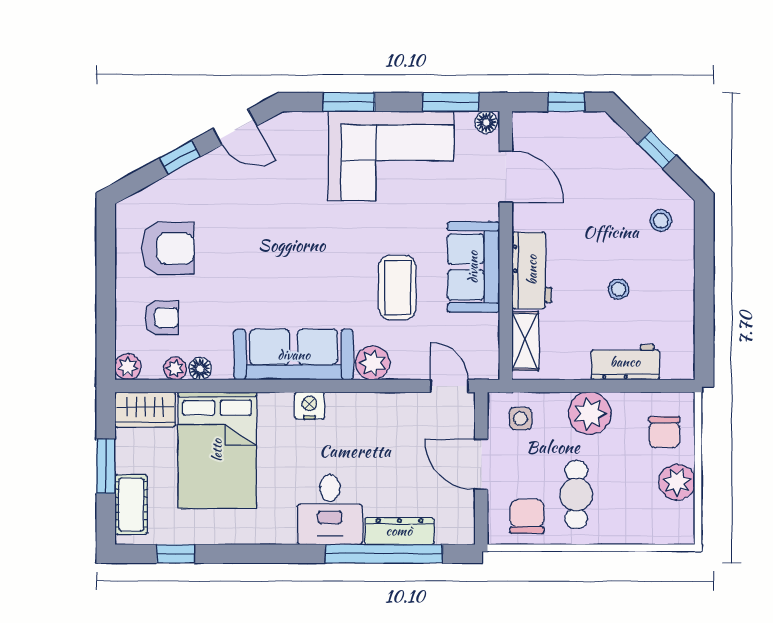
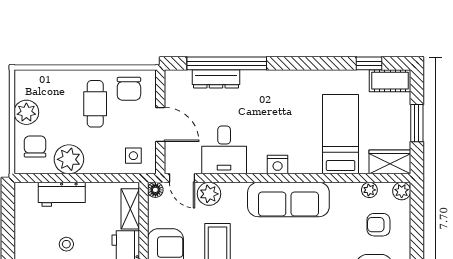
plant: (373, 363) -> (209, 194), moved
floor lamp: (200, 369) -> (155, 190), moved
plant: (590, 413) -> (69, 159), moved
bed: (217, 450) -> (341, 134), width x0.67
cot: (131, 505) -> (390, 81), moved, turned 90
desk: (330, 510) -> (224, 150), moved, turned 180

